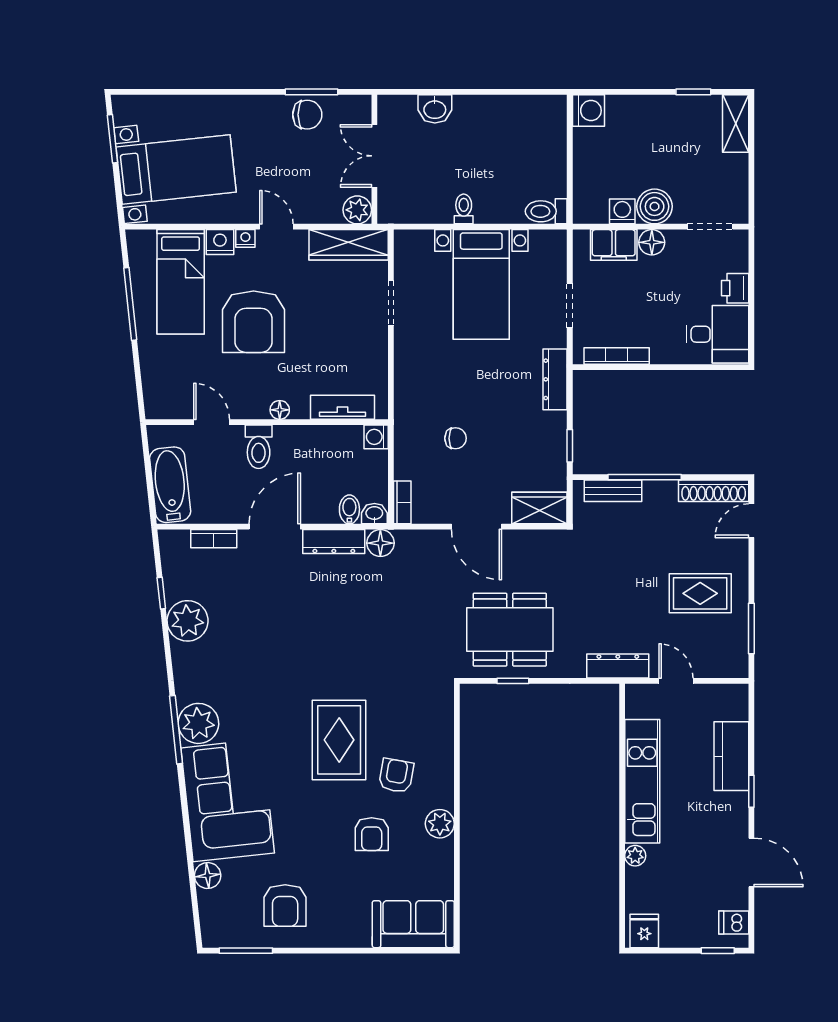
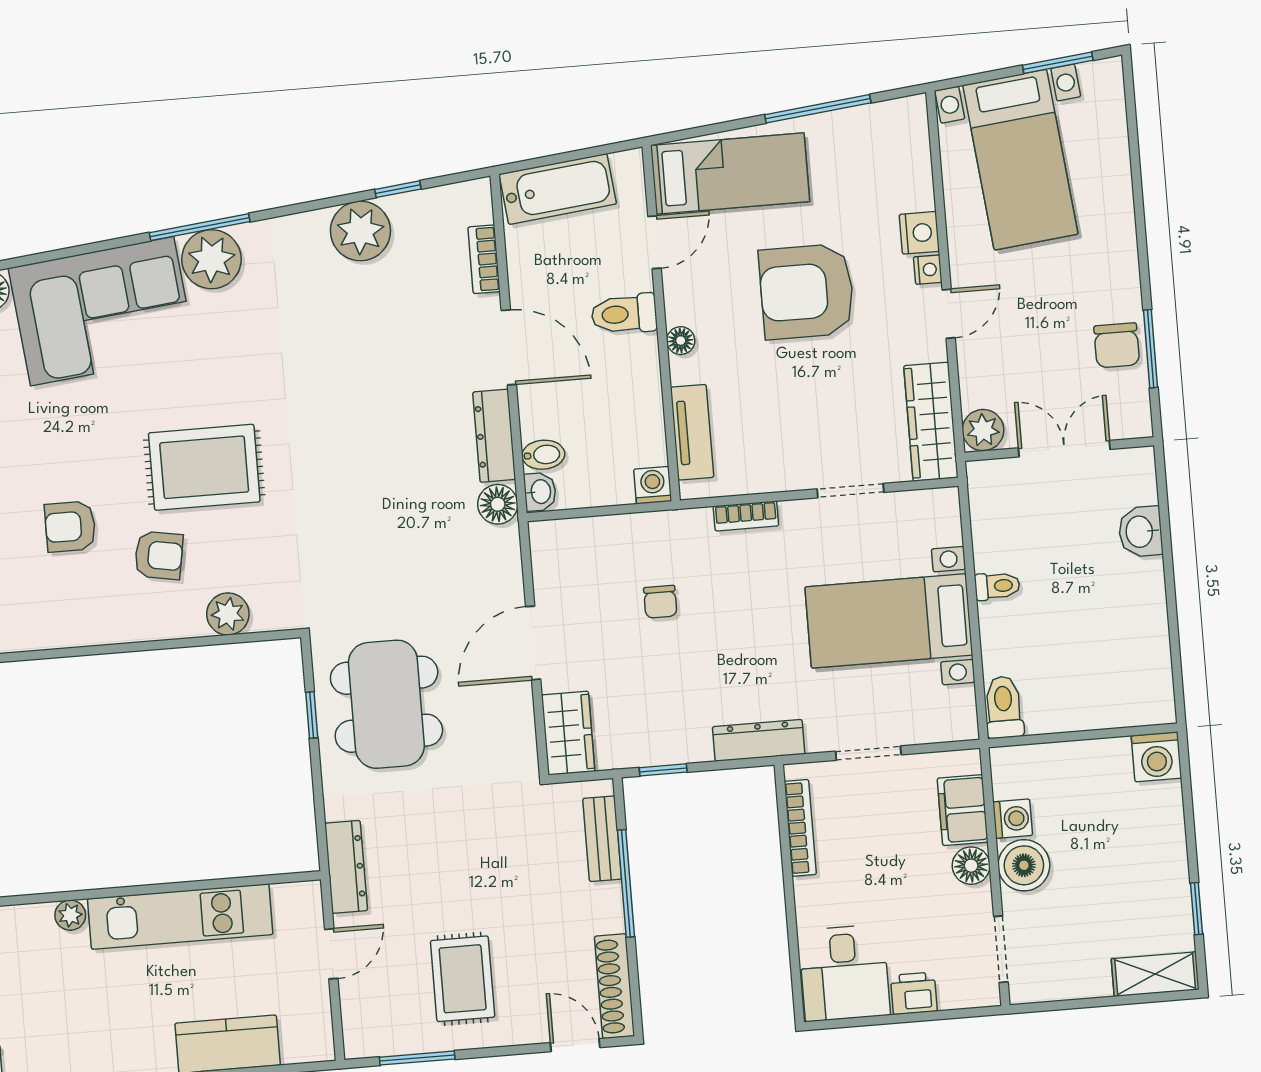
bed: (181, 282) -> (730, 174), moved, turned 180
bookcase: (402, 502) -> (746, 516), moved
plant: (440, 824) -> (228, 614), moved

